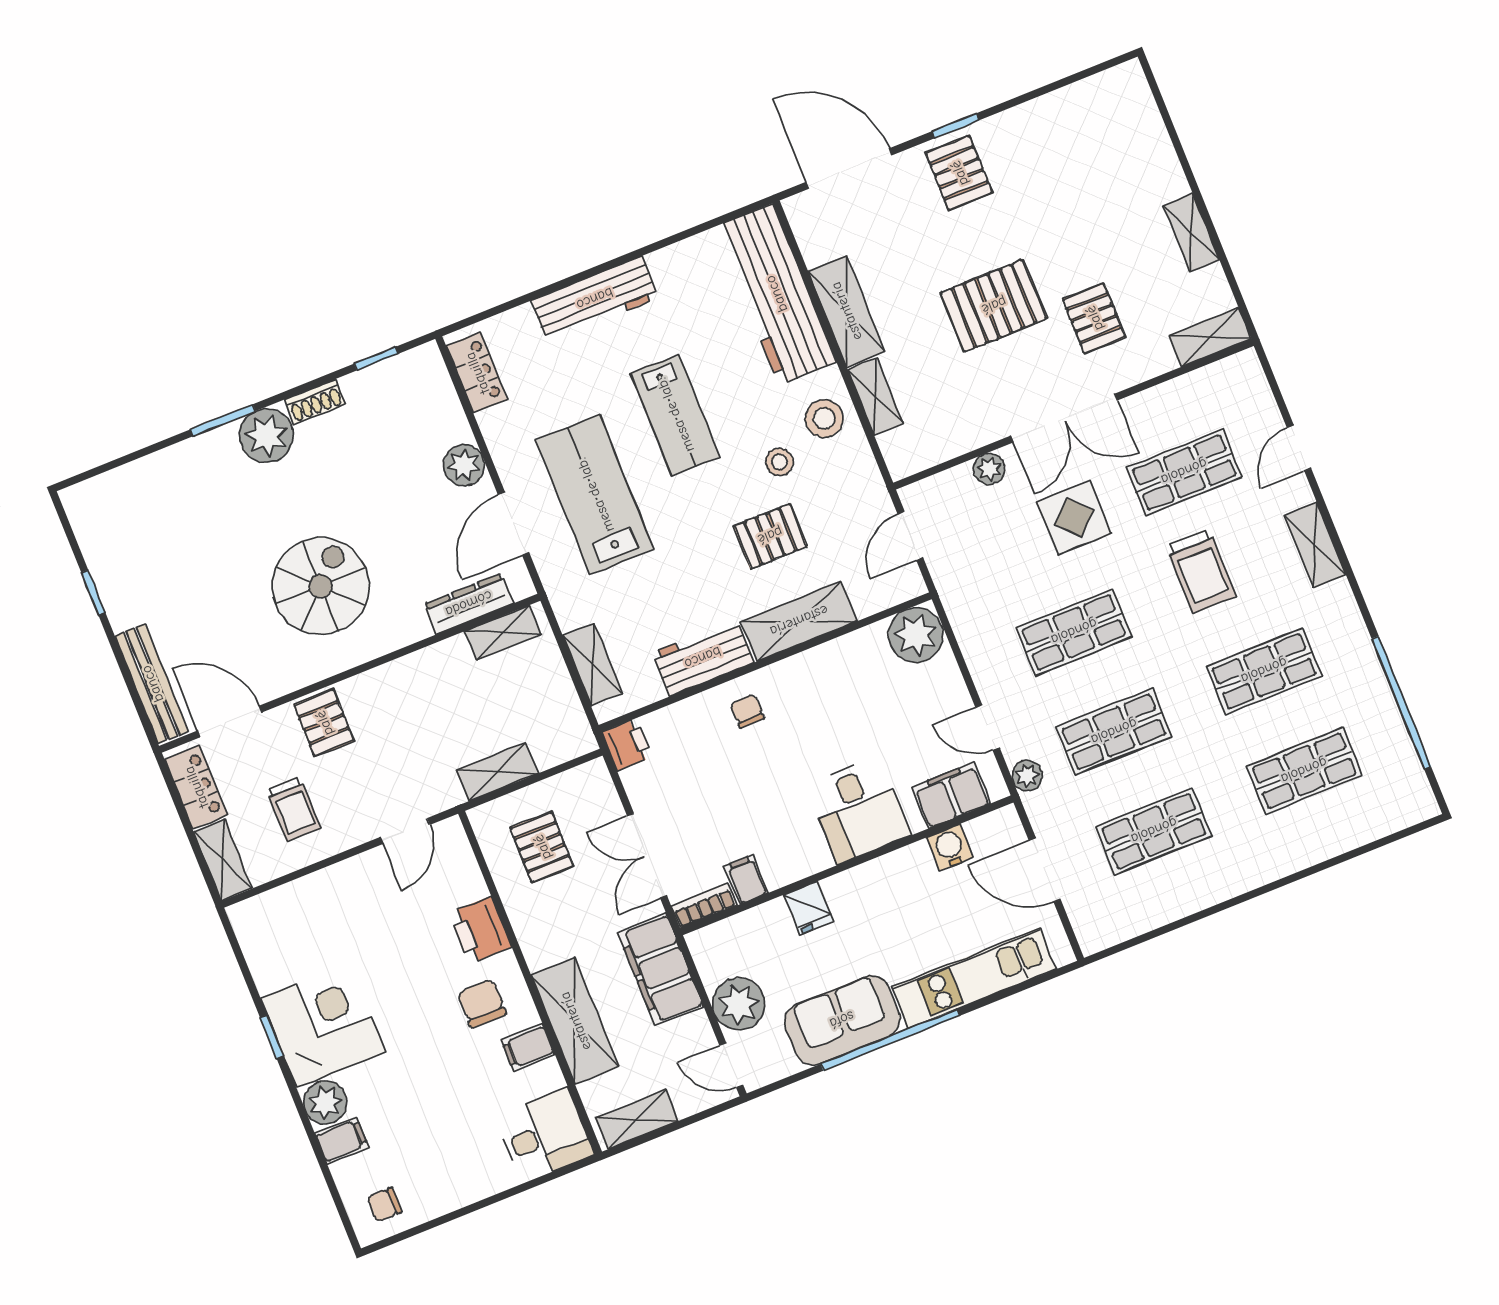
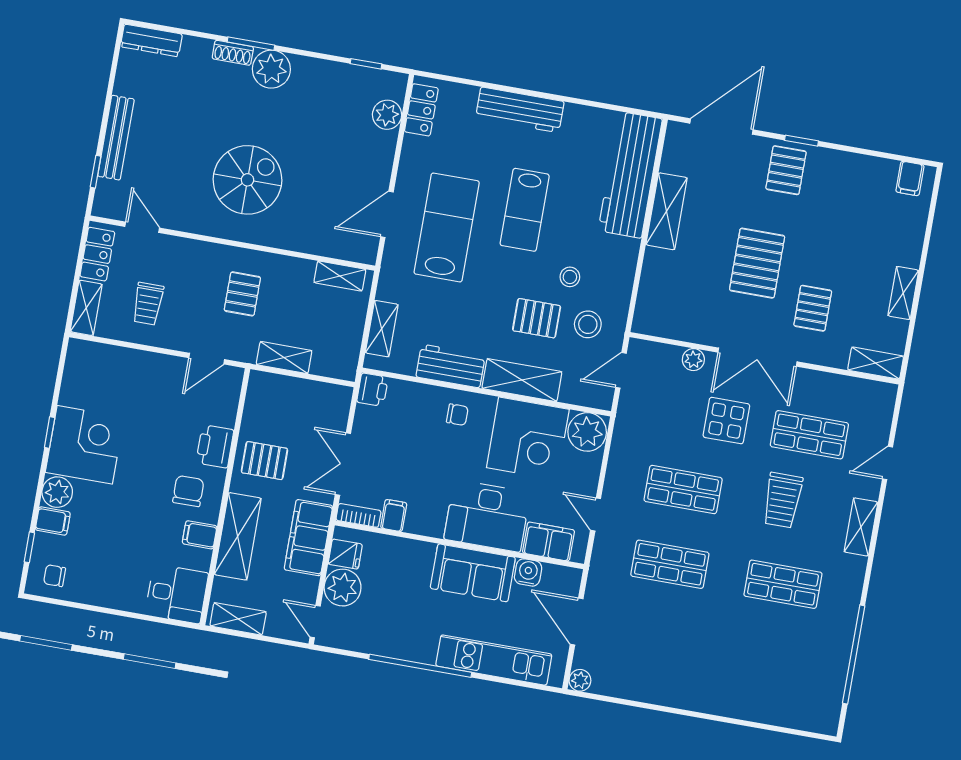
filing cabinet: (1114, 90) -> (910, 178), added
door: (849, 169) -> (721, 127), hinge flipped
pallet: (994, 306) -> (757, 263), turned 90
shelving: (875, 396) -> (652, 273), removed
shoe rack: (315, 402) -> (233, 53), moved
stool: (824, 419) -> (588, 324), moved
plant: (464, 465) -> (387, 115), moved
window: (93, 592) -> (96, 172), moved
dresser: (469, 604) -> (151, 40), moved, turned 180
bench: (152, 684) -> (116, 138), moved
corner desk: (850, 687) -> (528, 438), added
chair: (747, 711) -> (457, 415), turned 90
door: (230, 722) -> (142, 227), width x0.73
pallet: (324, 723) -> (242, 294), moved
shop shelf: (1304, 771) -> (770, 659), removed
plant: (1027, 776) -> (580, 680), moved
desk: (859, 810) -> (487, 516), width x1.37
shop shelf: (1154, 831) -> (657, 639), removed
pallet: (542, 847) -> (264, 461), moved, turned 90
fridge: (809, 908) -> (345, 554), moved, turned -90
sofa: (842, 1020) -> (473, 573), moved, turned 180
window: (333, 1189) -> (29, 547), added

